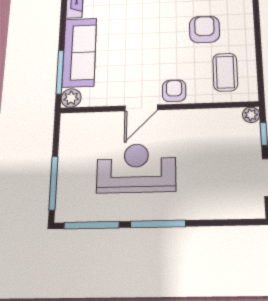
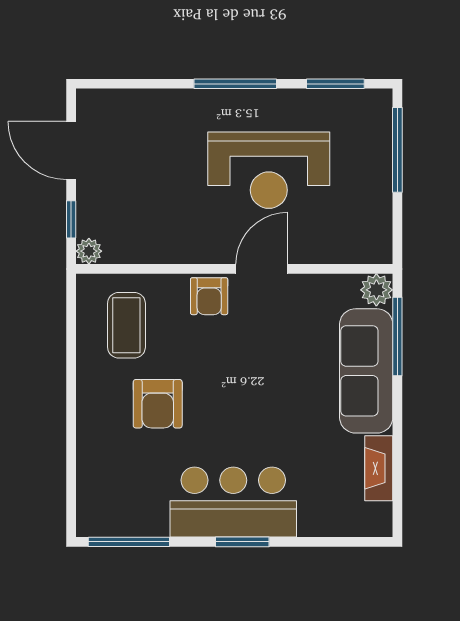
window: (91, 225) -> (335, 84), width x0.69

